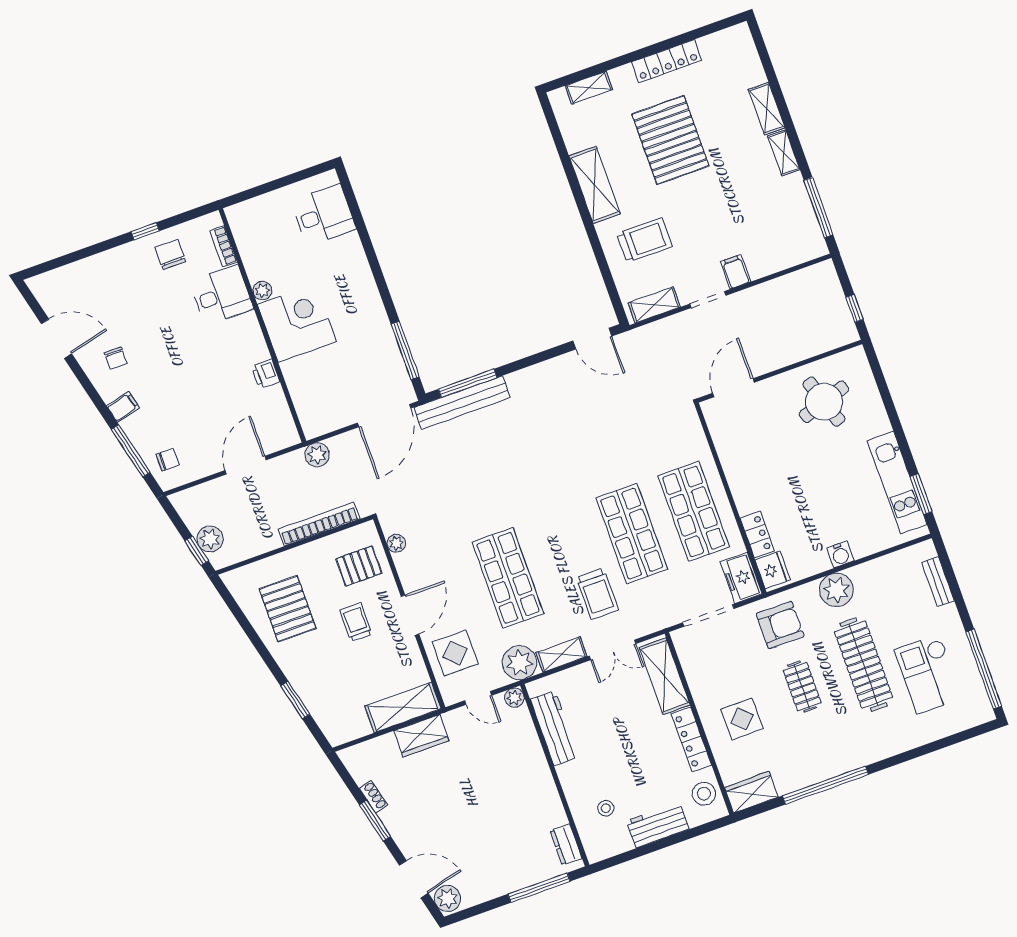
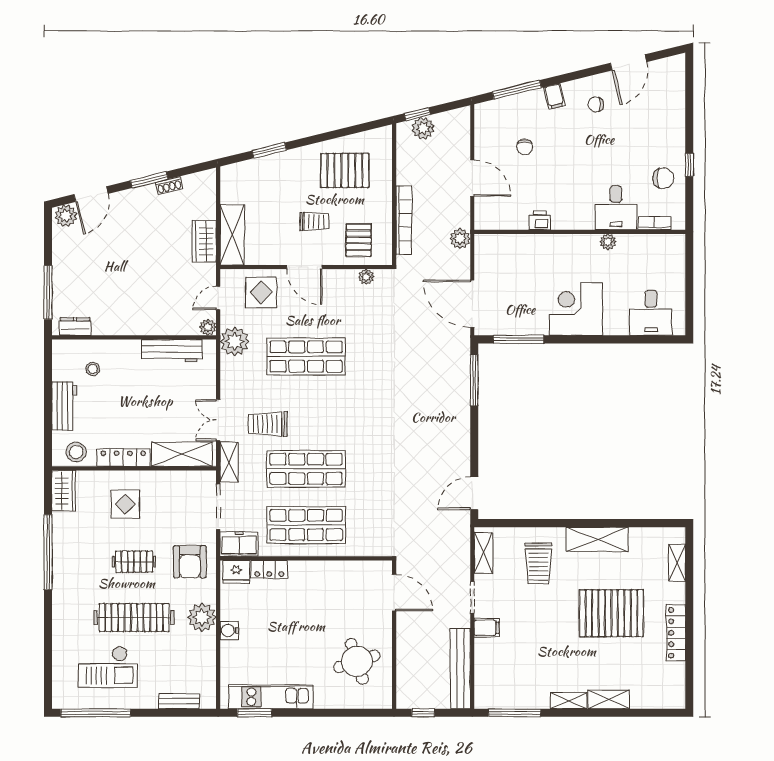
corner desk: (297, 323) -> (576, 309), moved, turned 180
bench: (462, 403) -> (460, 669), moved
chair: (168, 460) -> (525, 147), moved
shelving: (561, 655) -> (229, 462), moved
checkout: (928, 674) -> (108, 667), turned 180

